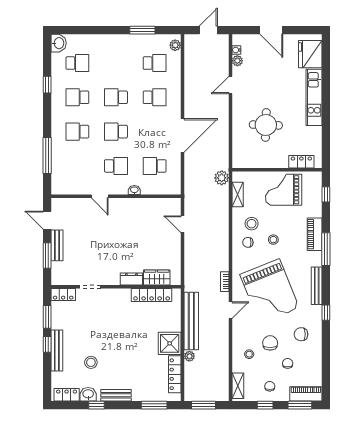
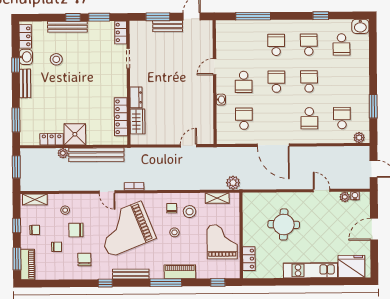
school desk: (155, 63) -> (342, 118), turned 180
chair: (270, 343) -> (76, 230), turned 180
locker: (175, 374) -> (52, 139), width x0.66

